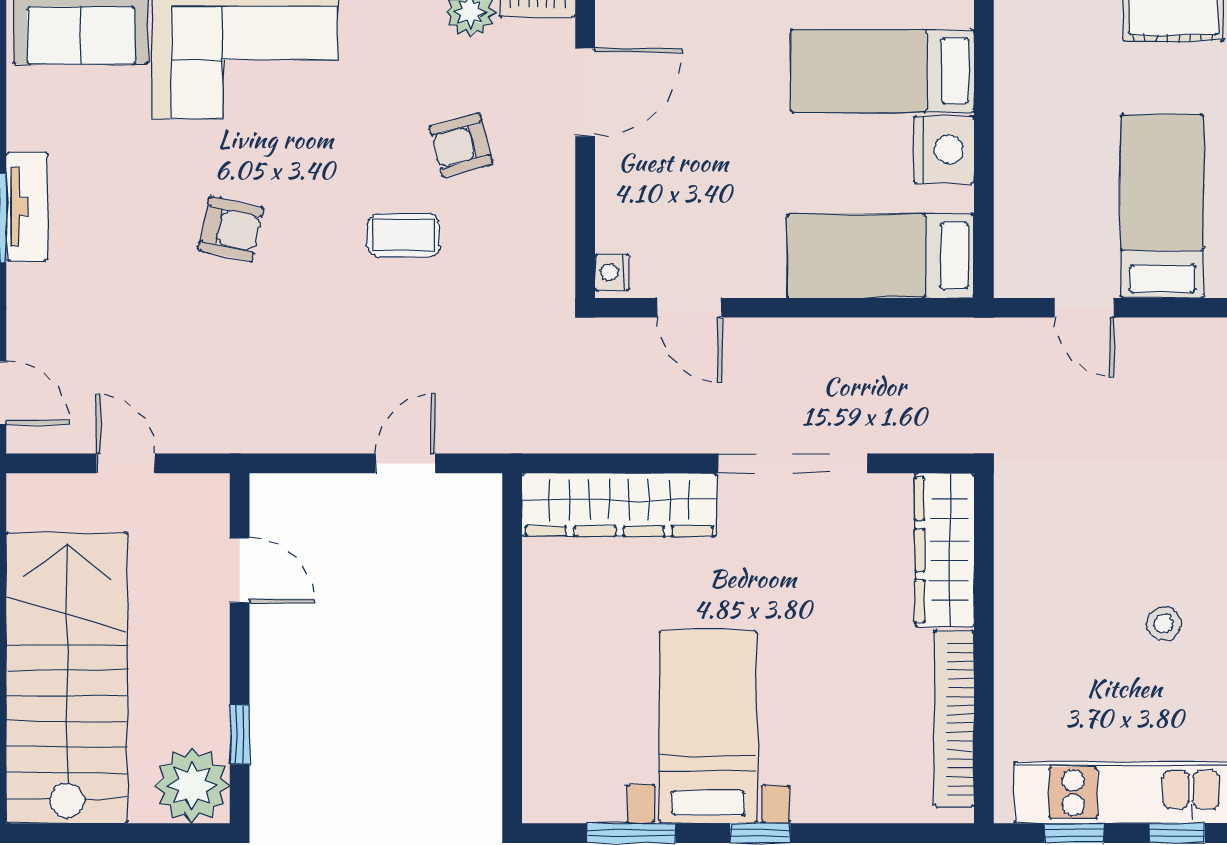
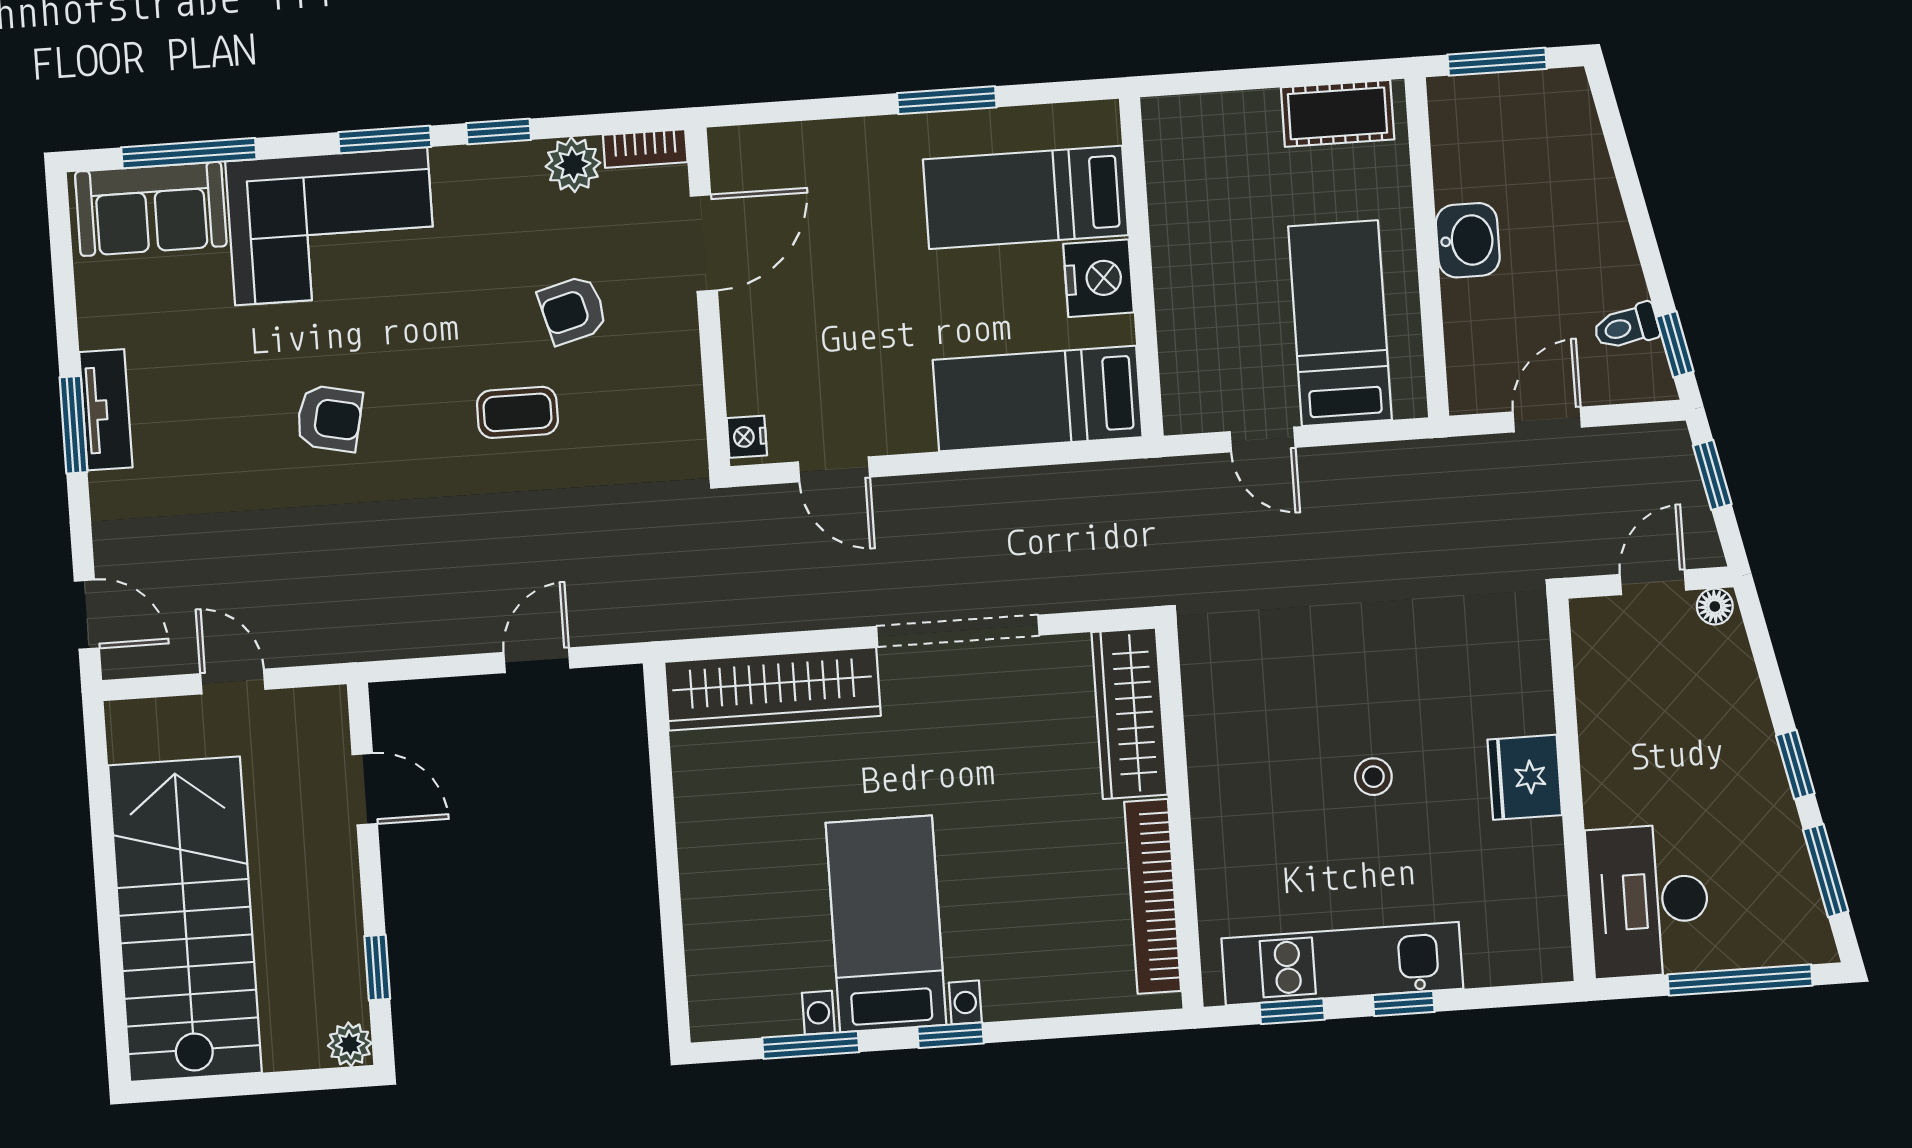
plant: (192, 785) -> (350, 1044), width x0.53, depth x0.53

